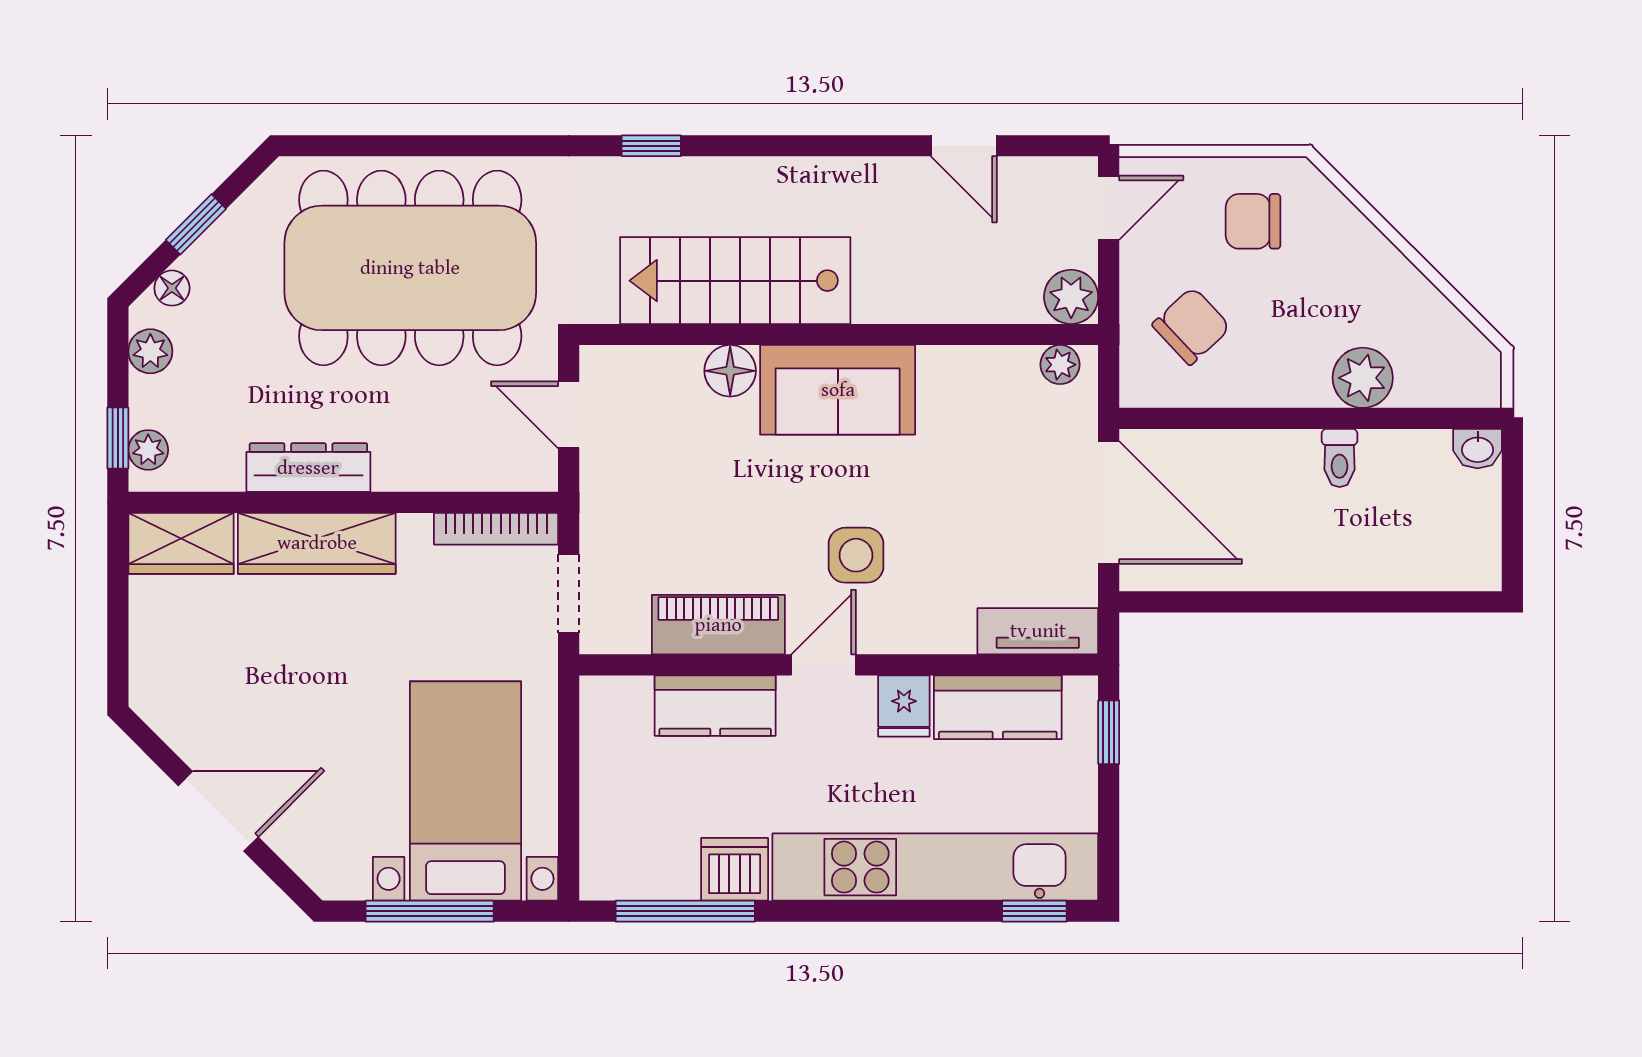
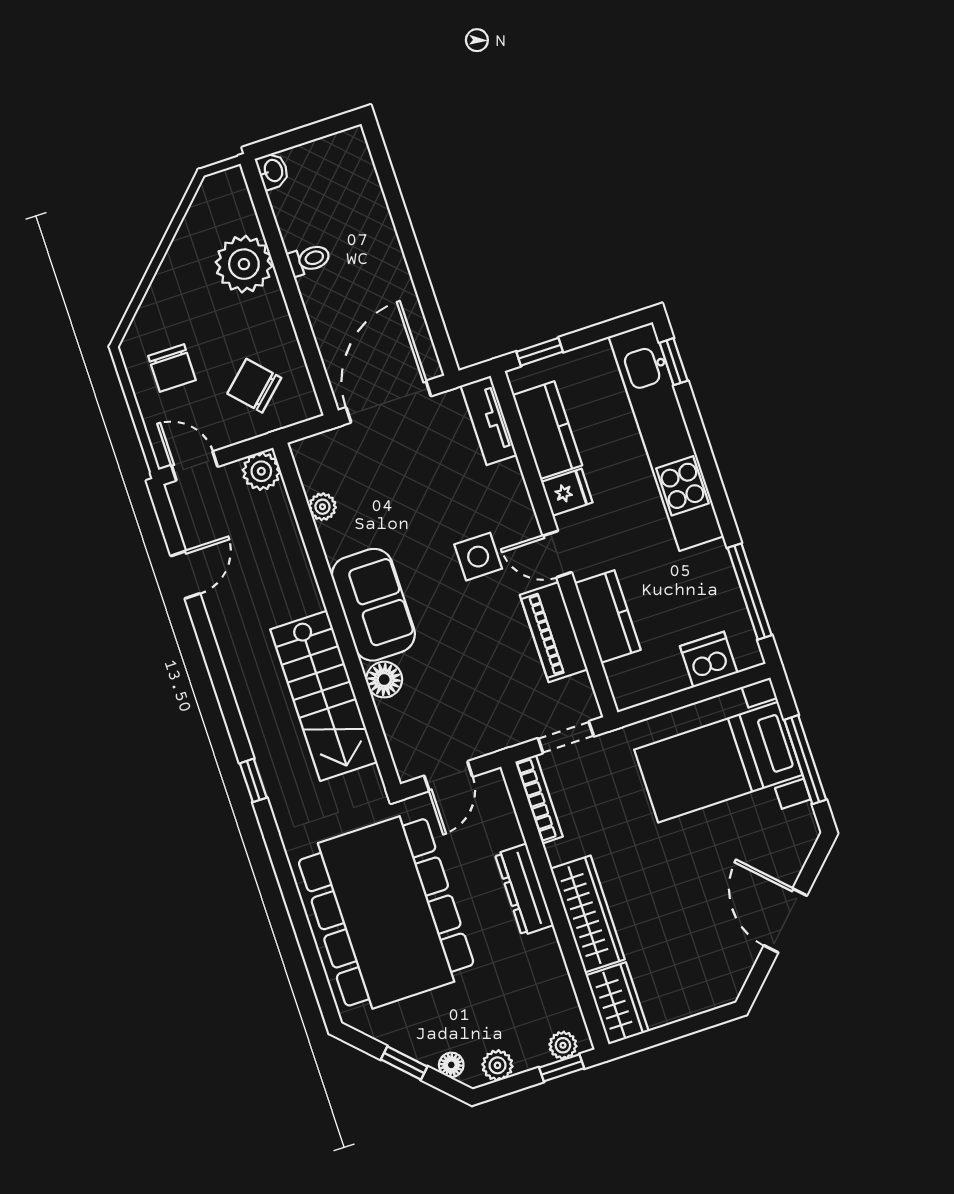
plant: (1060, 365) -> (322, 507), moved
plant: (1363, 378) -> (244, 264), width x1.36, depth x1.36
dresser: (308, 468) -> (524, 890), moved
dishwasher: (735, 869) -> (709, 660), moved, turned 90

